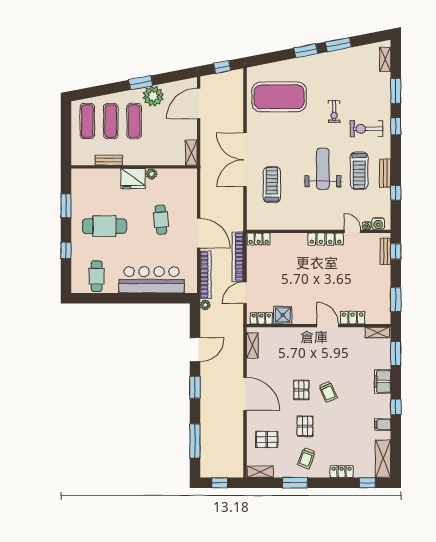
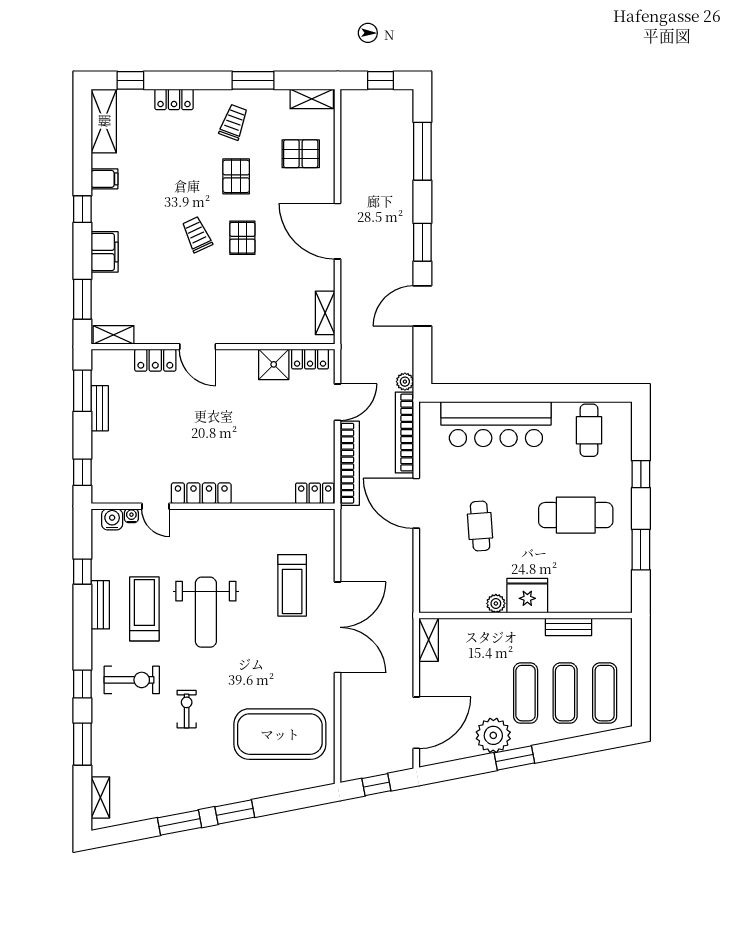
bench: (385, 251) -> (100, 408), moved

